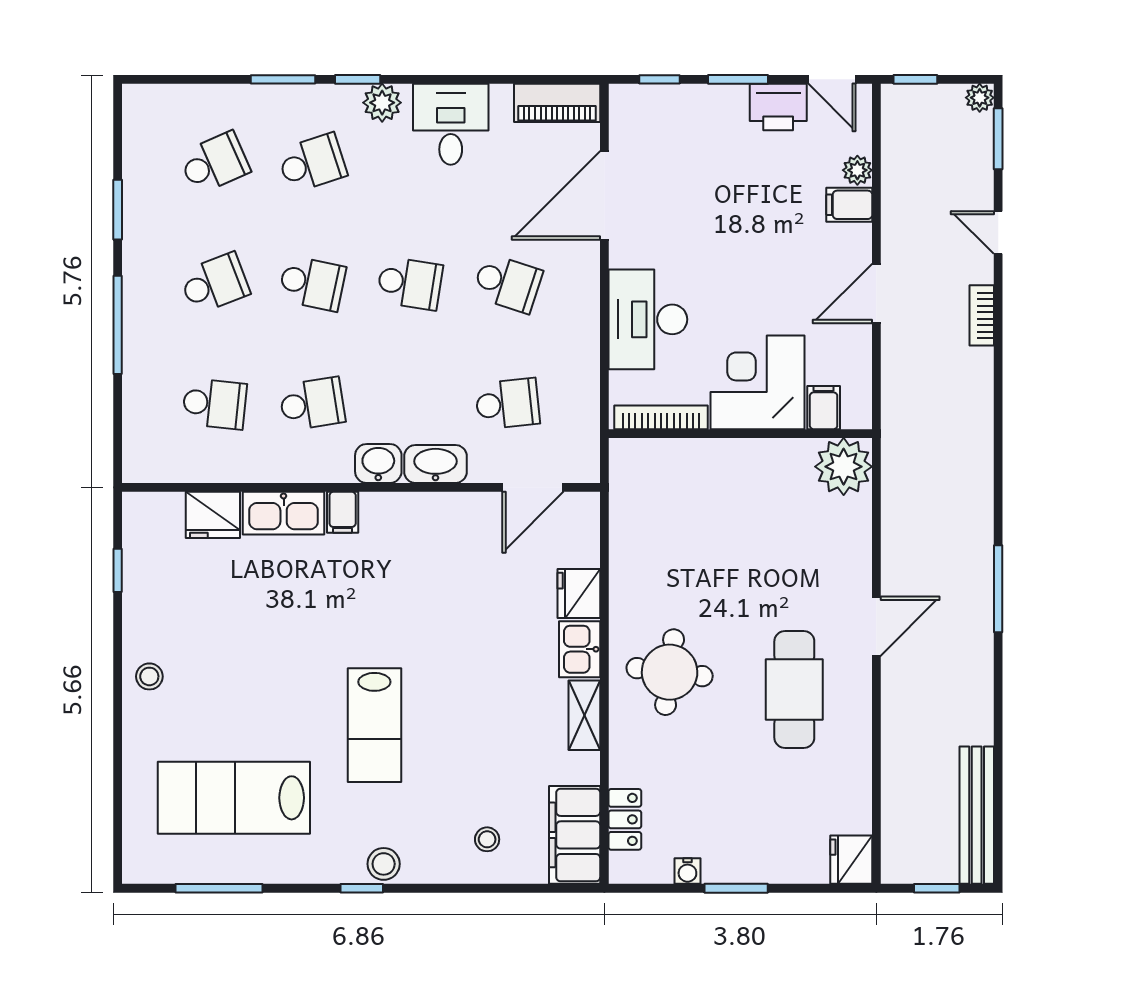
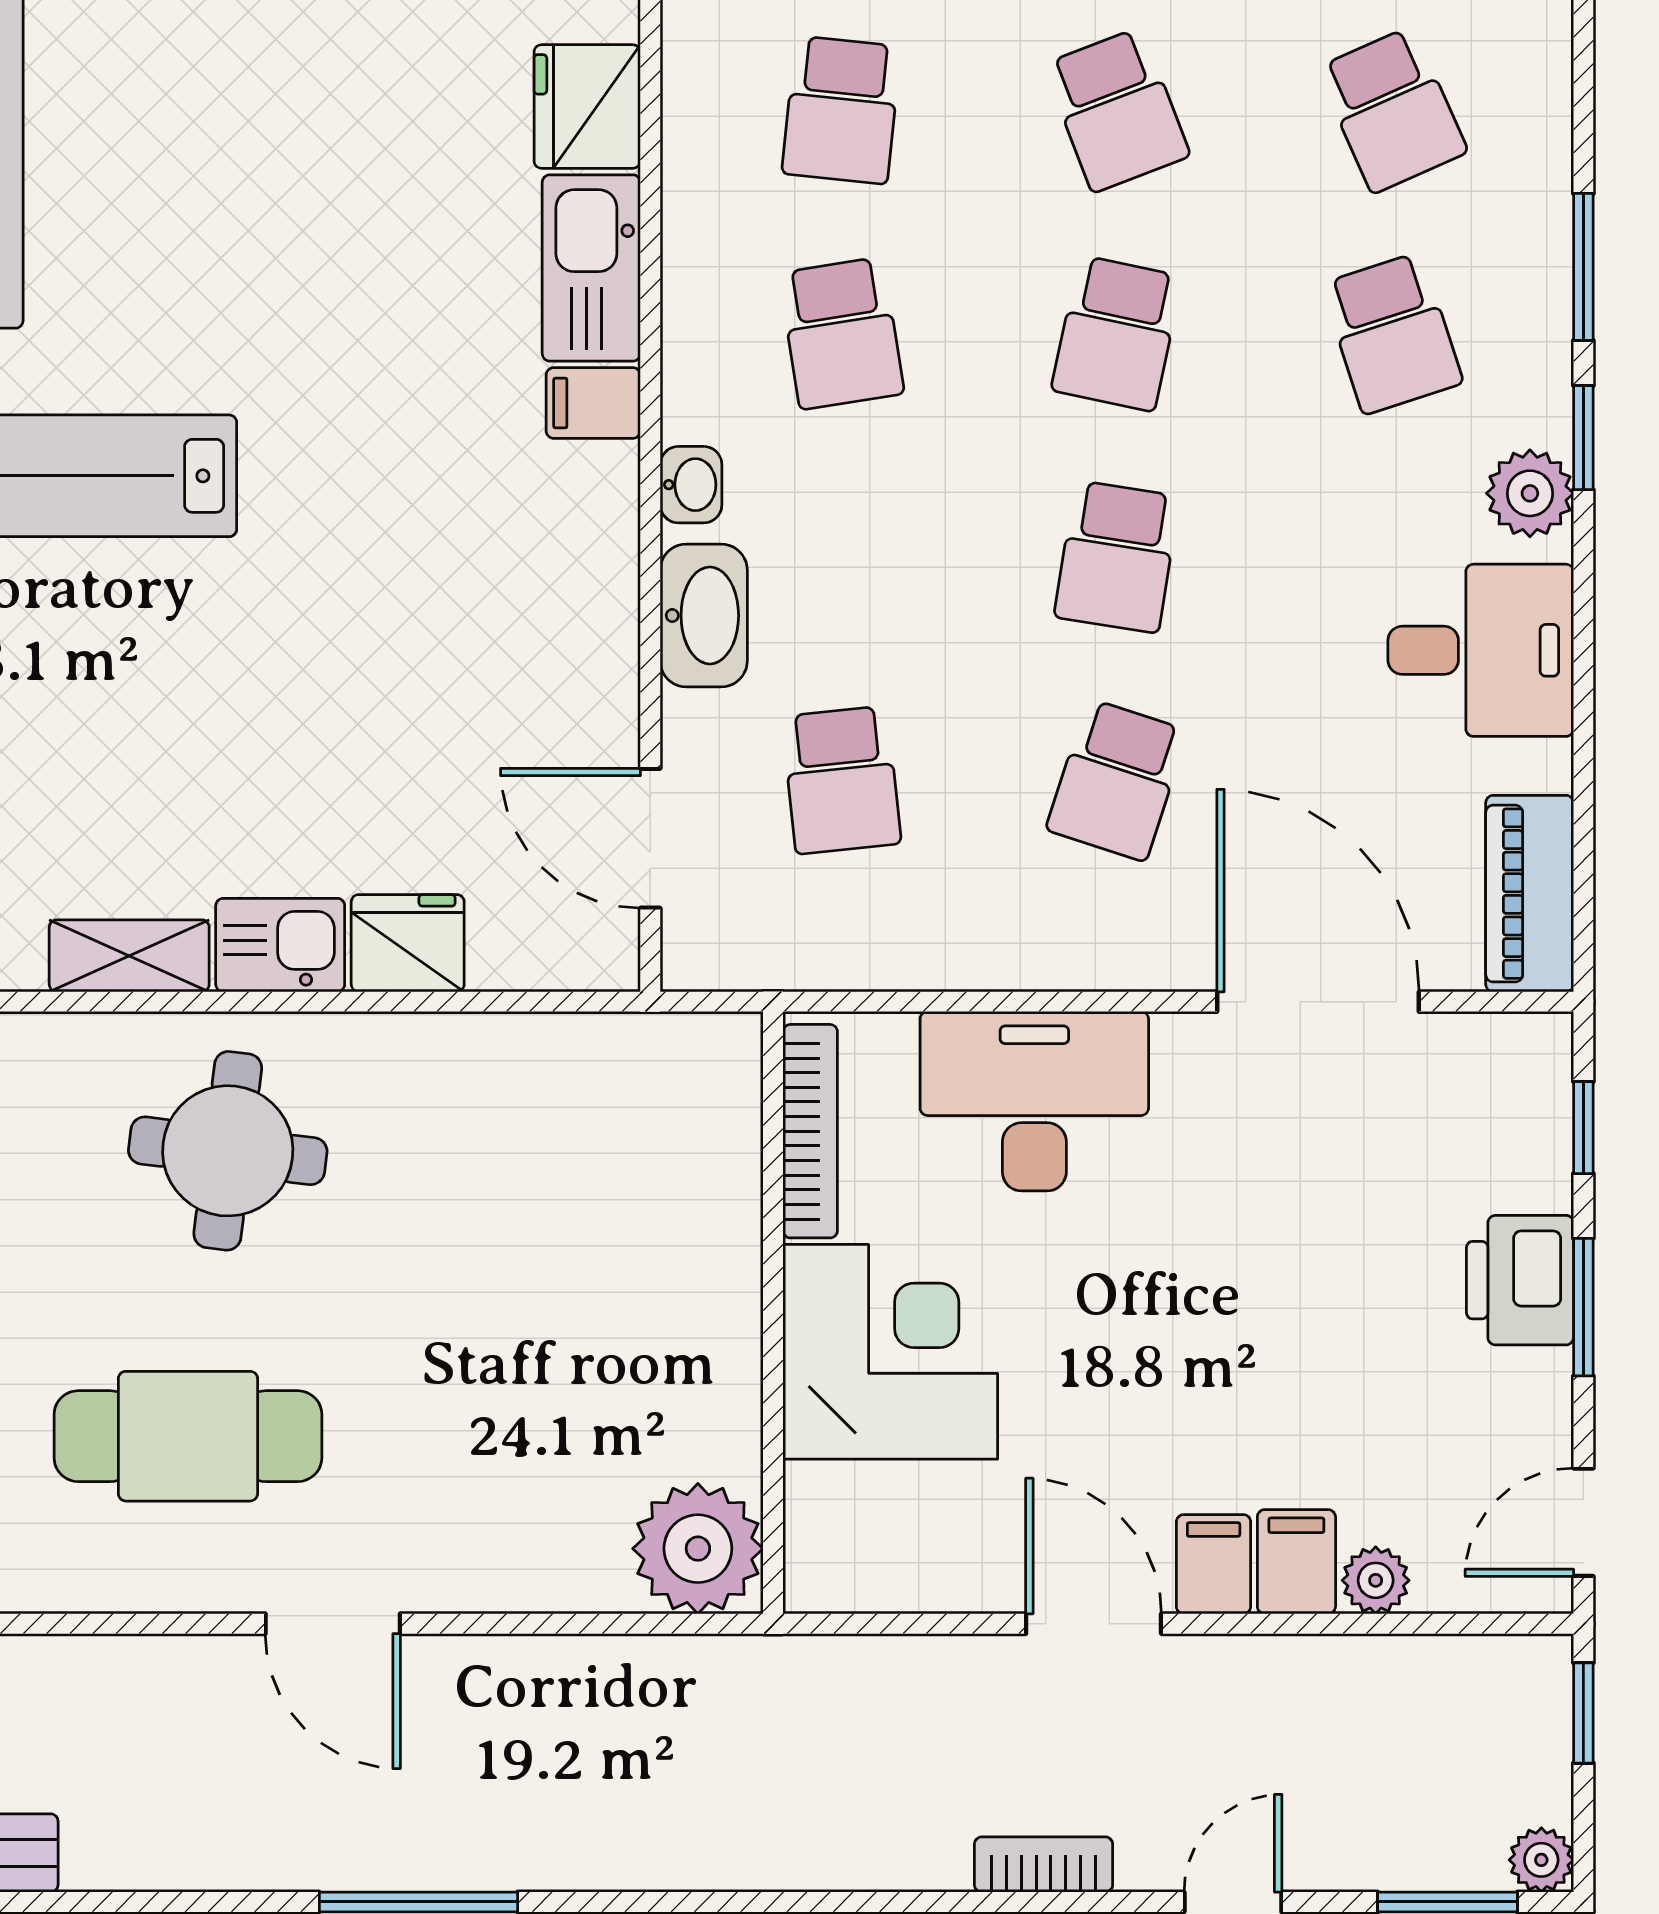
printer: (778, 107) -> (1520, 1280), moved
filing cabinet: (824, 408) -> (1214, 1564), moved, turned -90
washbasin: (378, 463) -> (691, 485), width x0.72, depth x0.69

